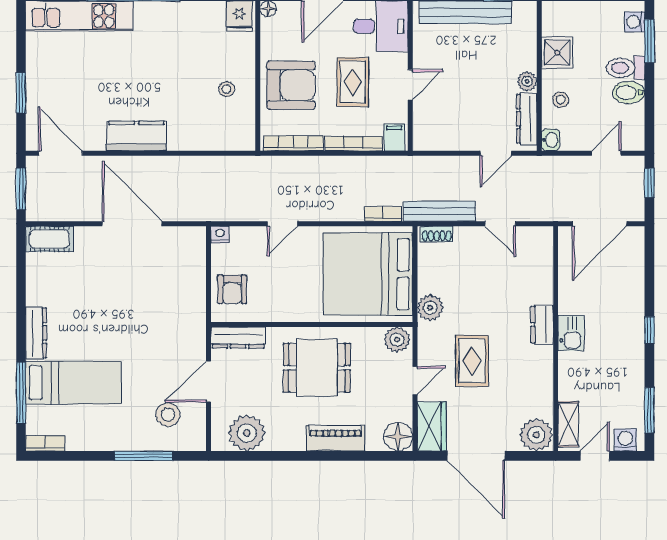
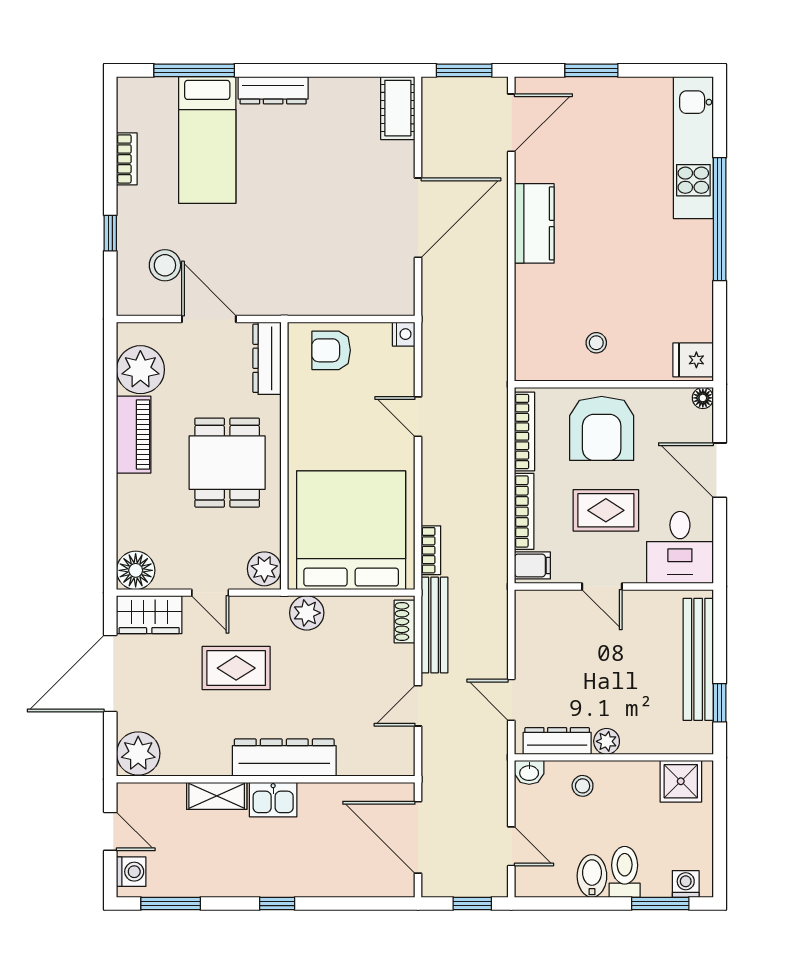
shower: (557, 53) -> (681, 781), moved
dresser: (542, 325) -> (284, 757), width x1.96, depth x1.24
shelving: (568, 424) -> (217, 796), moved
piano: (335, 438) -> (134, 435), moved
bookcase: (45, 443) -> (127, 159), moved
window: (144, 456) -> (110, 233), width x0.46

